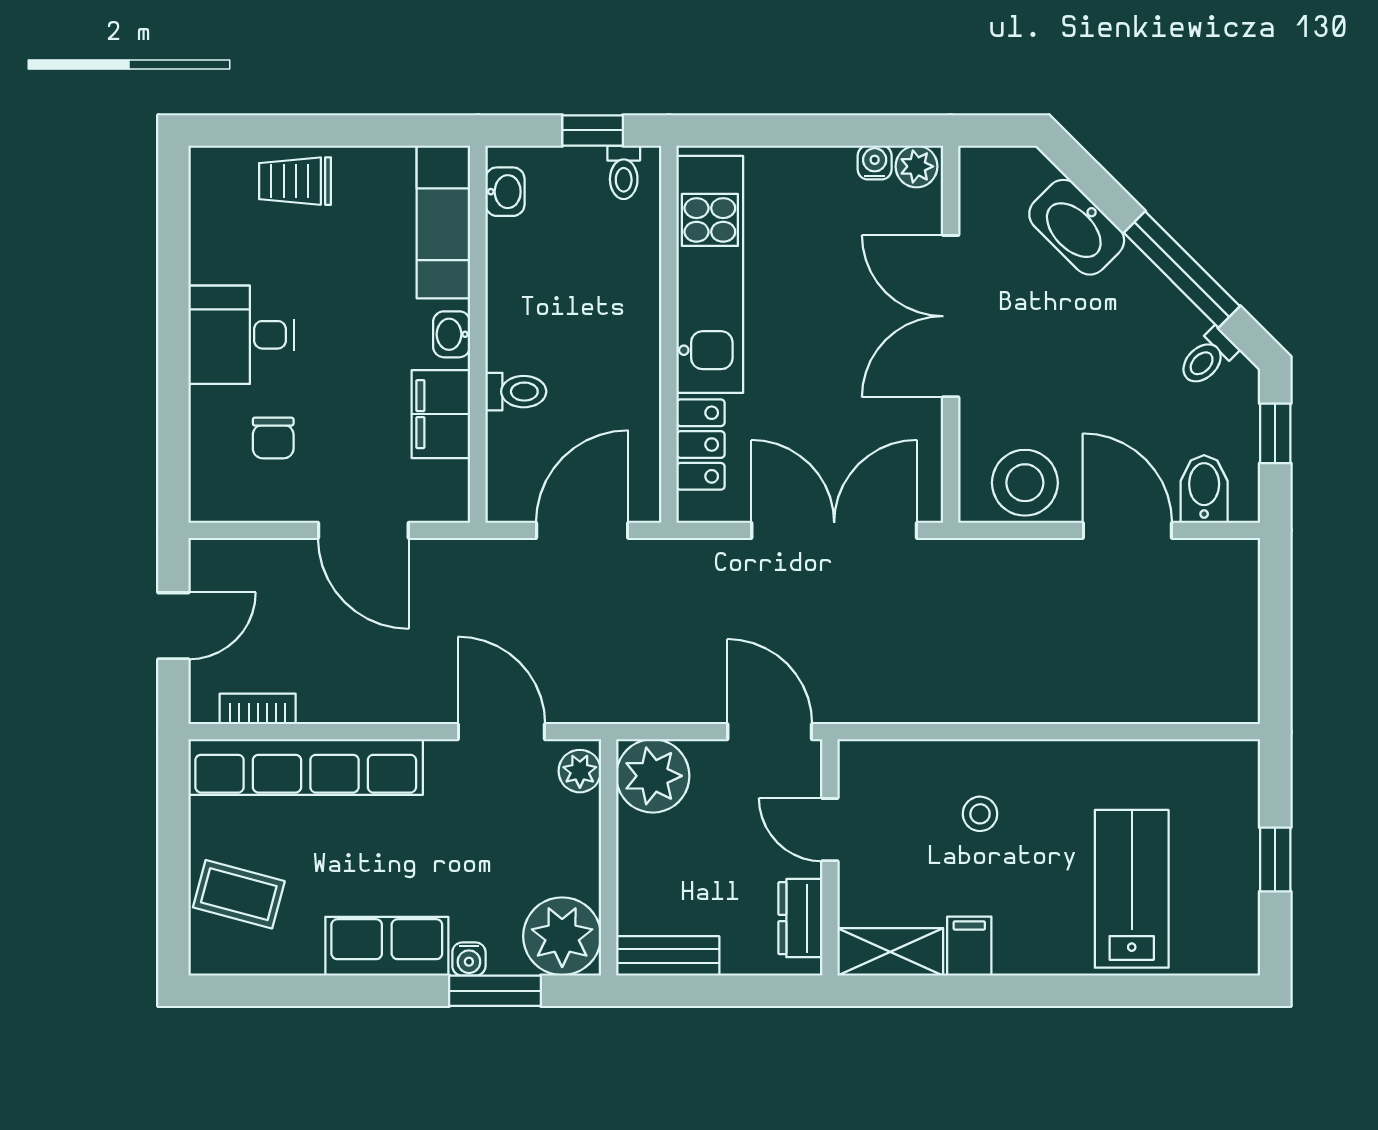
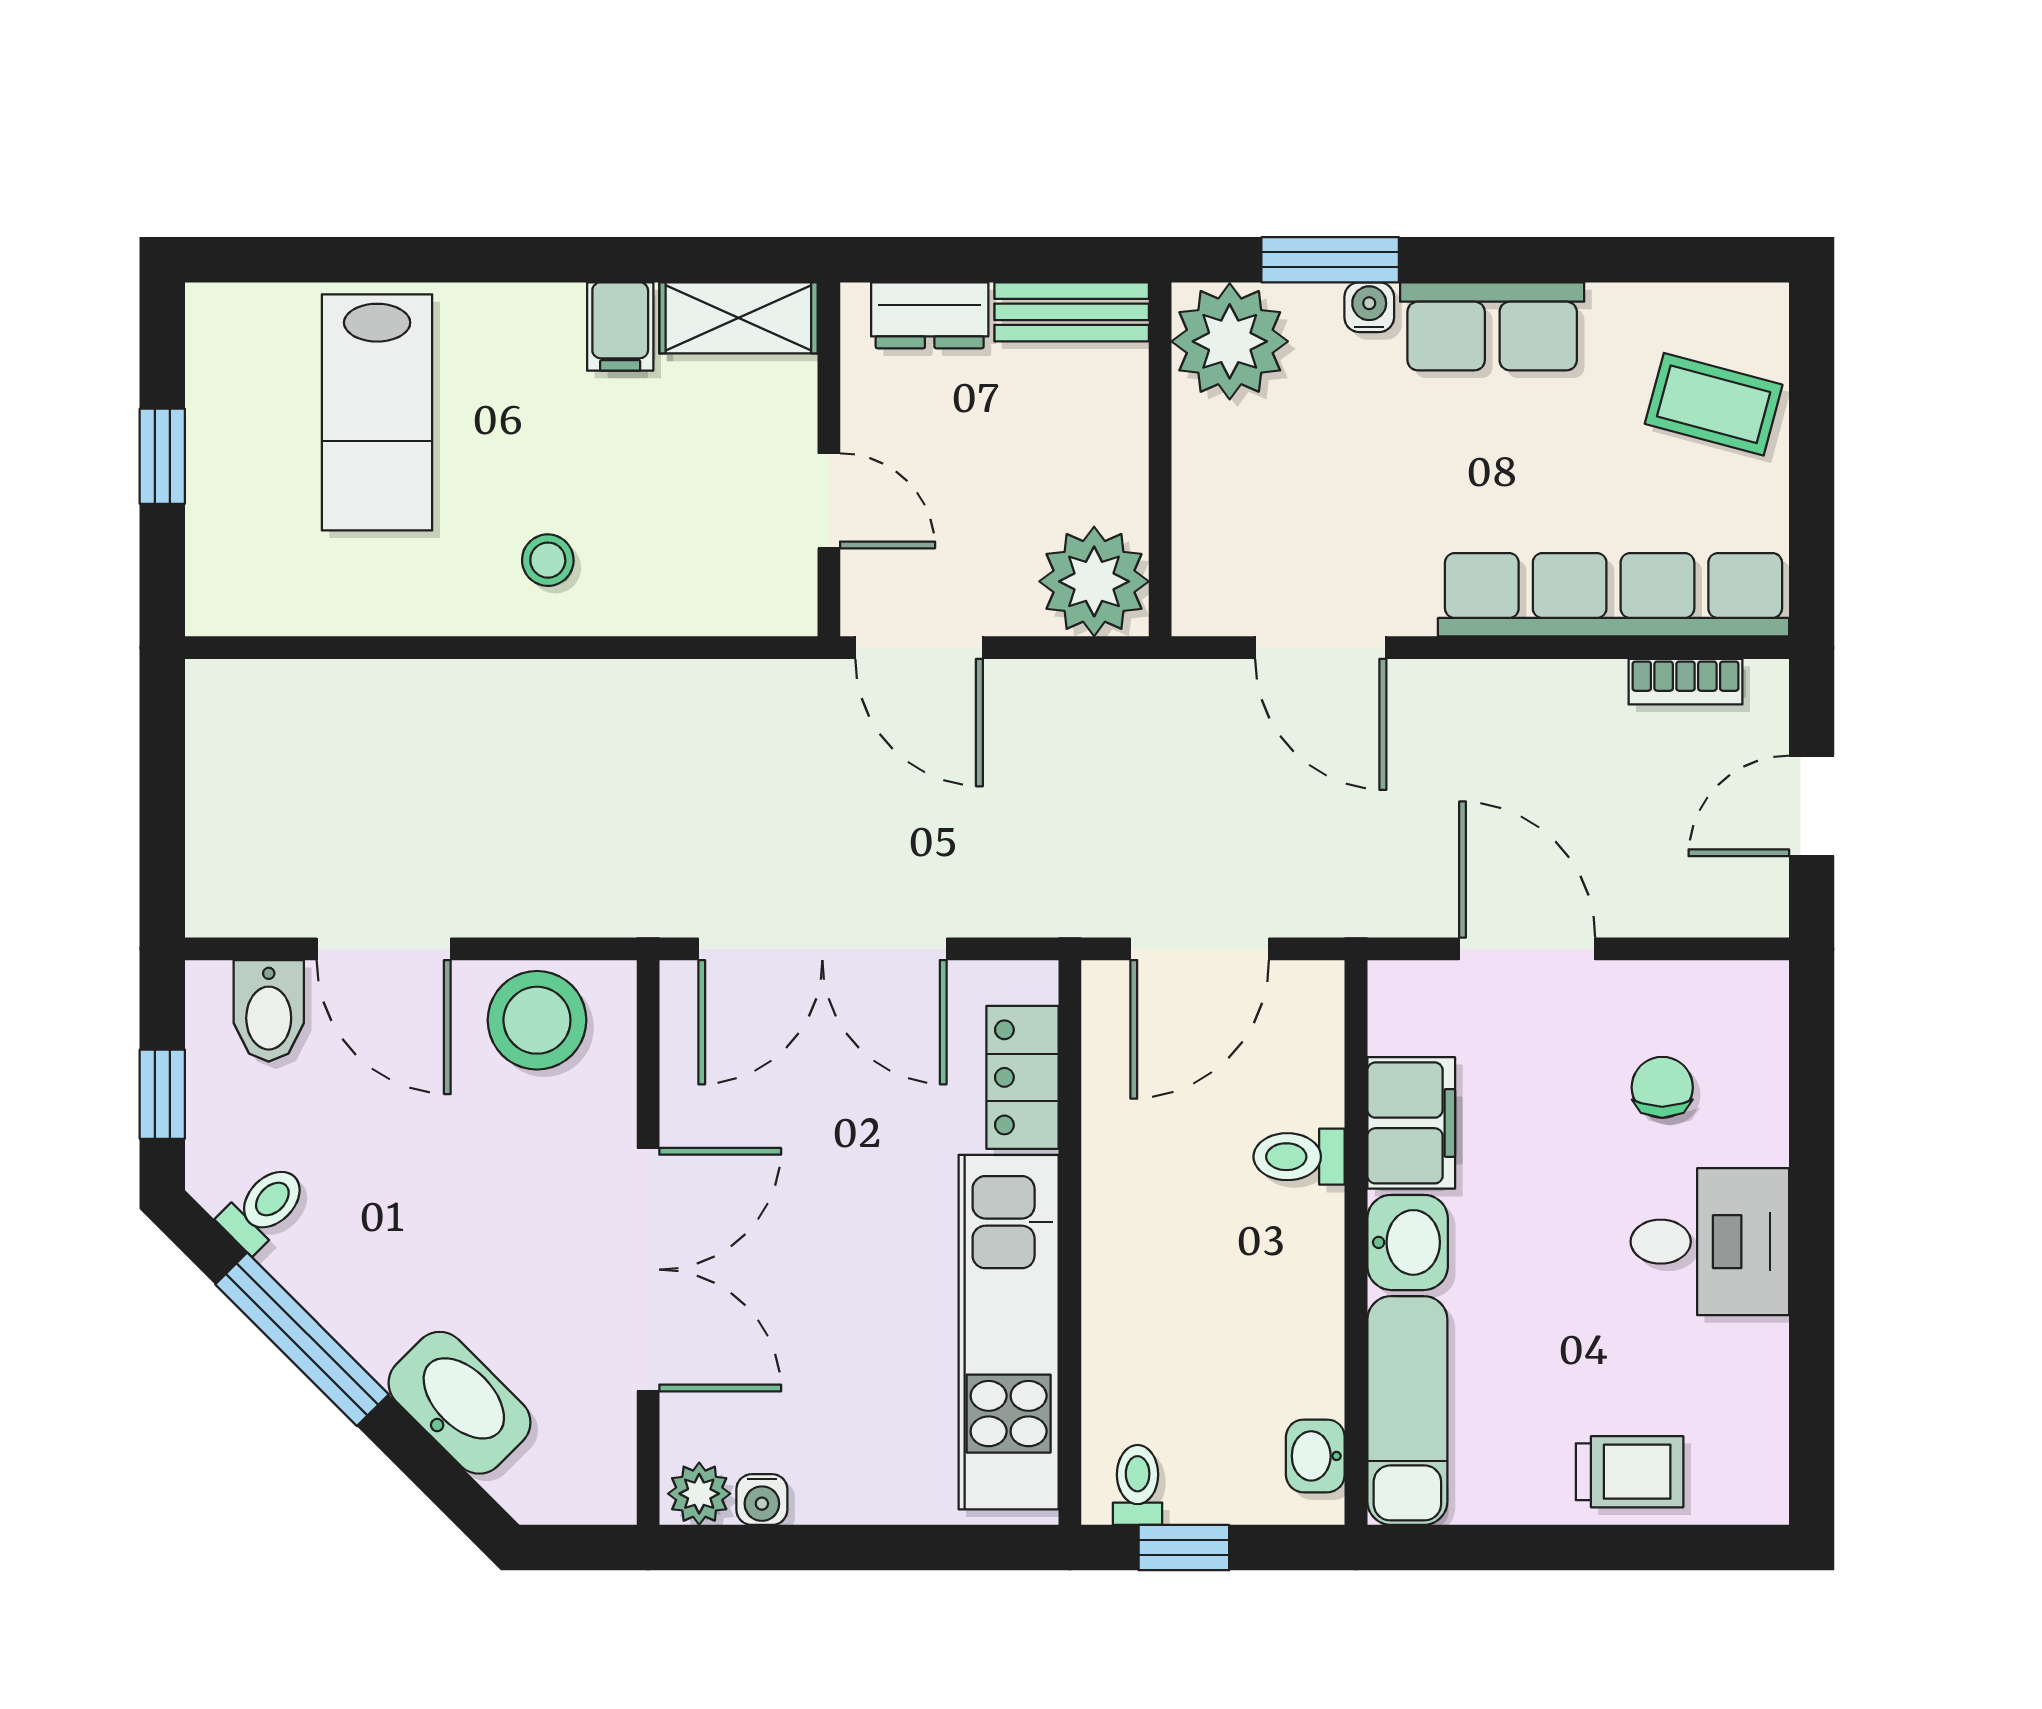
washbasin: (452, 334) -> (1408, 1242), width x1.38, depth x1.45
plant: (580, 771) -> (1203, 589), removed
stool: (980, 814) -> (548, 560), moved
dresser: (800, 918) -> (930, 315), moved, turned 90

